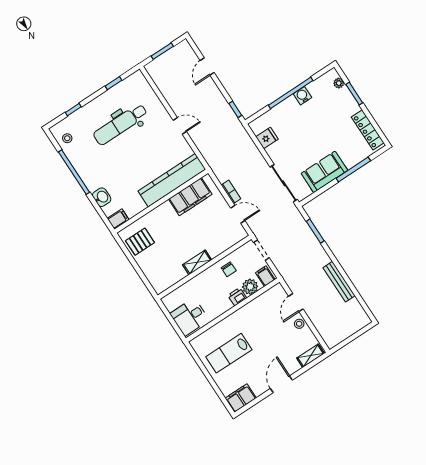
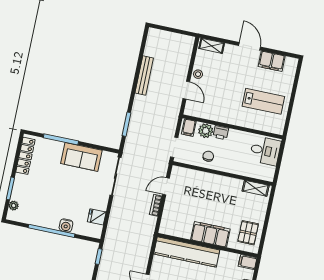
water cooler: (303, 96) -> (66, 225), moved
filing cabinet: (190, 197) -> (210, 234), moved
door: (238, 214) -> (166, 186), hinge flipped
pallet: (140, 242) -> (248, 233), turned 90
shelving: (197, 262) -> (256, 188), moved
door: (296, 303) -> (186, 90), hinge flipped
door: (281, 384) -> (250, 46), swing flipped
filing cabinet: (241, 398) -> (272, 61), moved

